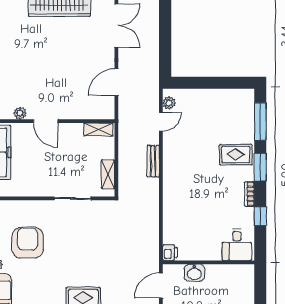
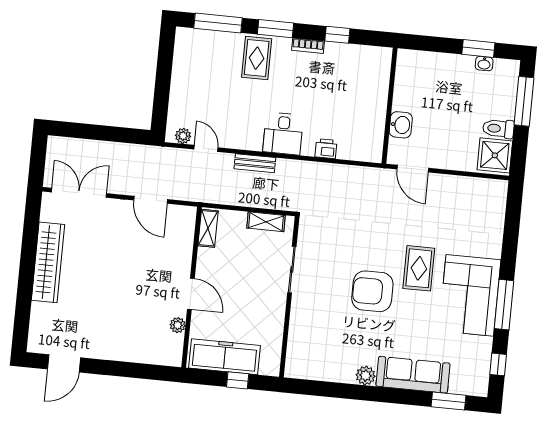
door: (46, 121) -> (191, 294), hinge flipped
armchair: (27, 243) -> (372, 291), moved
desk: (237, 245) -> (283, 134), moved, turned 90
printer: (170, 253) -> (326, 149), moved

